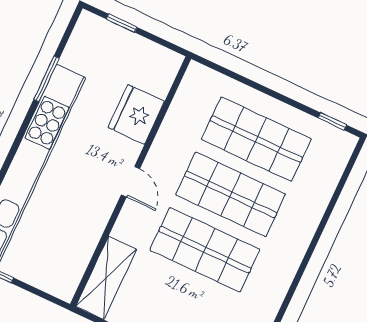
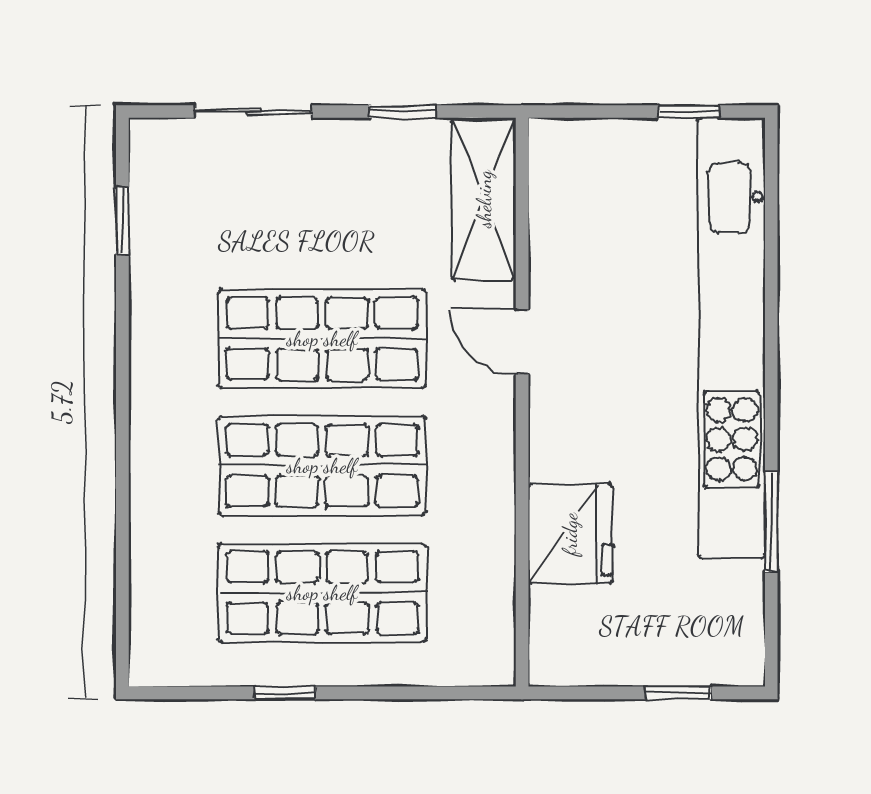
window: (332, 121) -> (285, 693), moved
door: (131, 182) -> (522, 342), moved

